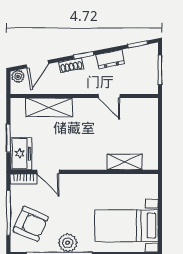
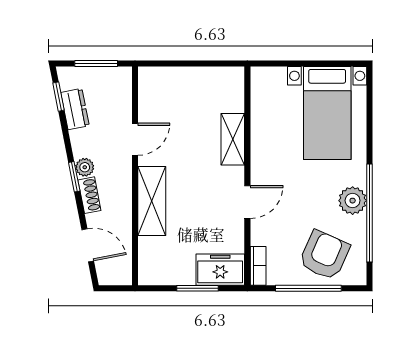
dresser: (110, 59) -> (75, 109), moved
plant: (18, 76) -> (85, 167), moved
shelving: (49, 107) -> (152, 201), moved
shelving: (125, 162) -> (233, 139), moved
door: (48, 172) -> (247, 202), moved

